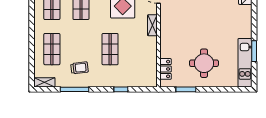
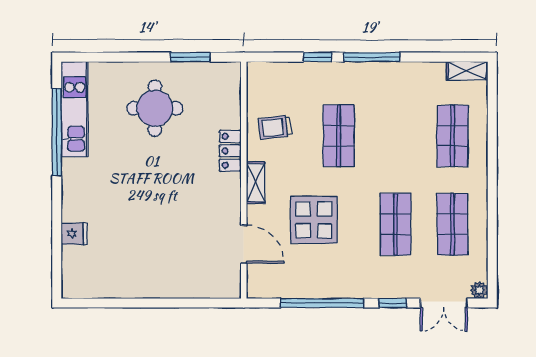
window: (254, 51) -> (57, 132), width x2.11
trolley: (79, 68) -> (275, 127), moved
locker: (166, 69) -> (230, 151), moved
window: (74, 89) -> (372, 57), moved

